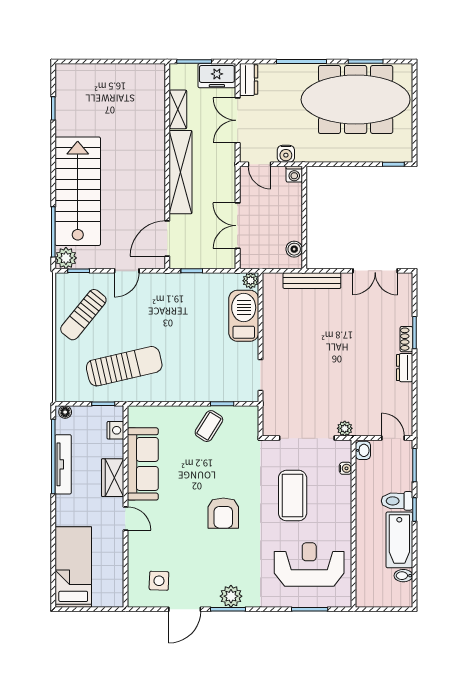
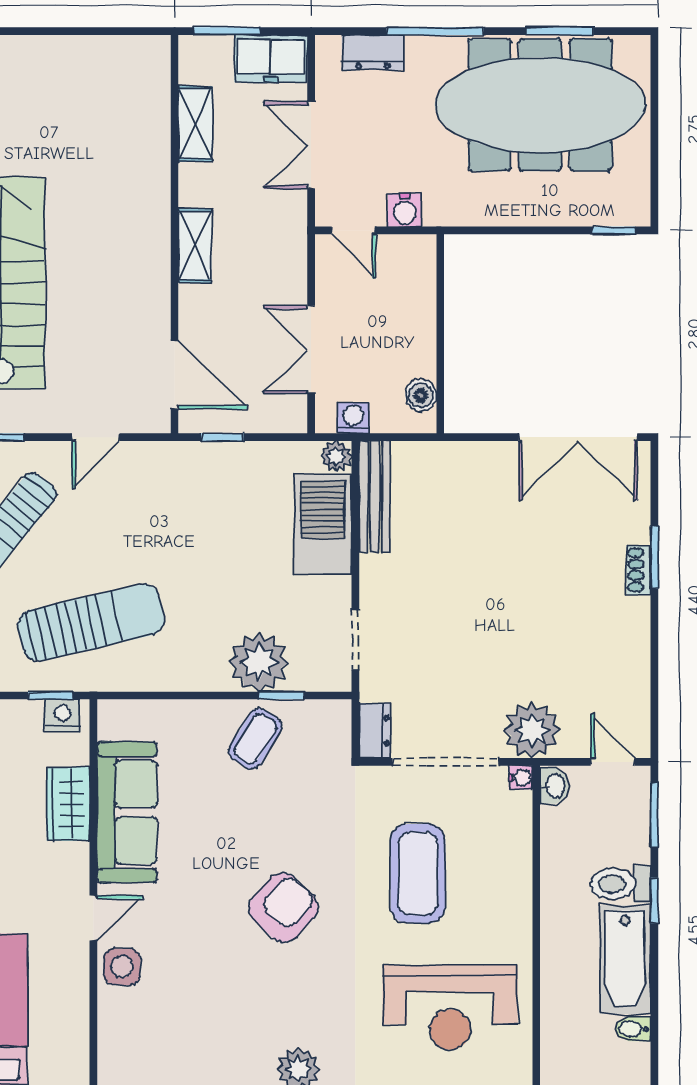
dresser: (249, 80) -> (373, 52), moved, turned 90
shelving: (181, 172) -> (195, 246), width x0.45, depth x0.75
washing machine: (294, 174) -> (353, 418), moved, turned 180
door: (167, 239) -> (175, 375), swing flipped
double door: (375, 271) -> (578, 437), width x1.37
bench: (312, 281) -> (375, 497), moved, turned 90
dresser: (405, 368) -> (375, 731), moved, turned 180
plant: (211, 387) -> (259, 662), added
plant: (345, 428) -> (532, 730), width x1.88, depth x1.88
nightstand: (115, 430) -> (63, 715), moved, turned -90
water cooler: (346, 468) -> (521, 778), moved
wardrobe: (113, 478) -> (68, 804), moved
armchair: (223, 513) -> (283, 908), turned -137
door: (125, 518) -> (93, 918), hinge flipped
reception desk: (309, 564) -> (450, 1007), turned 180
side table: (159, 581) -> (122, 967), moved

